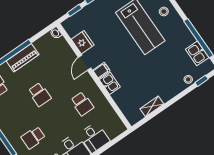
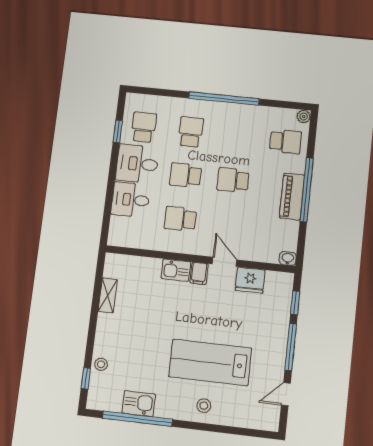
kitchen sink: (197, 53) -> (139, 404), moved
school desk: (58, 121) -> (186, 175), added

